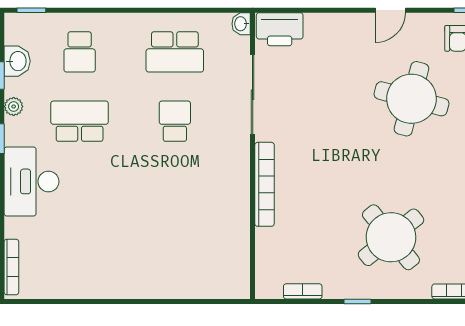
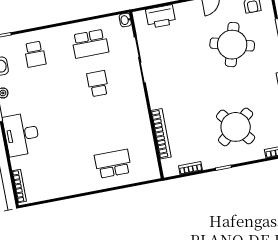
printer: (280, 29) -> (161, 17), moved
school desk: (80, 121) -> (113, 164), moved
bookcase: (264, 184) -> (161, 134), moved

